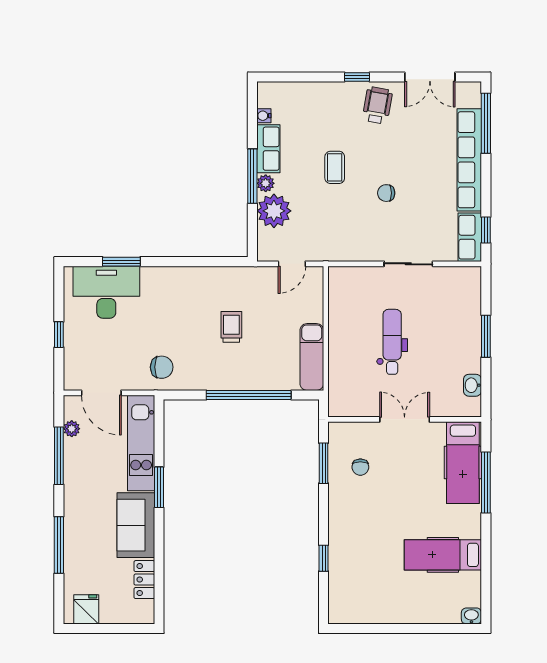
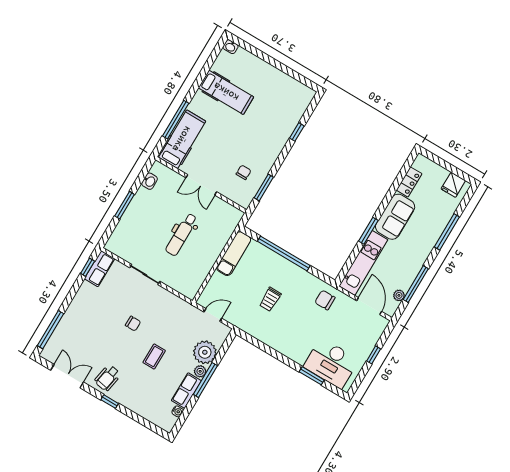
row of seats: (469, 160) -> (73, 314), removed

